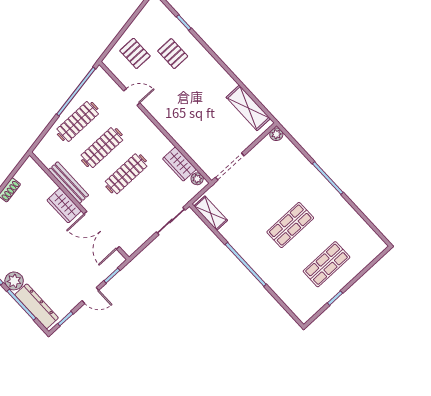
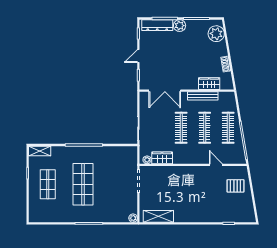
pallet: (173, 54) -> (218, 204), removed
door: (132, 97) -> (216, 165), swing flipped
wardrobe: (64, 206) -> (209, 84), moved
shelving: (211, 213) -> (40, 151), moved
shop shelf: (290, 225) -> (83, 184), width x1.43, depth x1.36
double door: (102, 230) -> (165, 91), swing flipped

